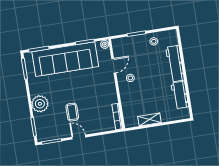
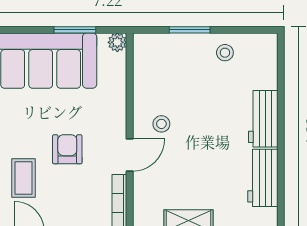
workbench: (175, 64) -> (263, 119), width x0.73
door: (114, 66) -> (130, 155), moved
armchair: (90, 96) -> (67, 149), added

